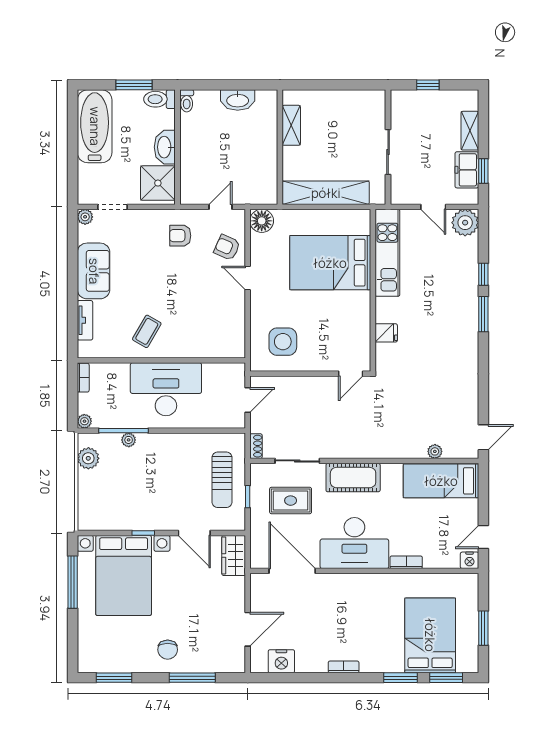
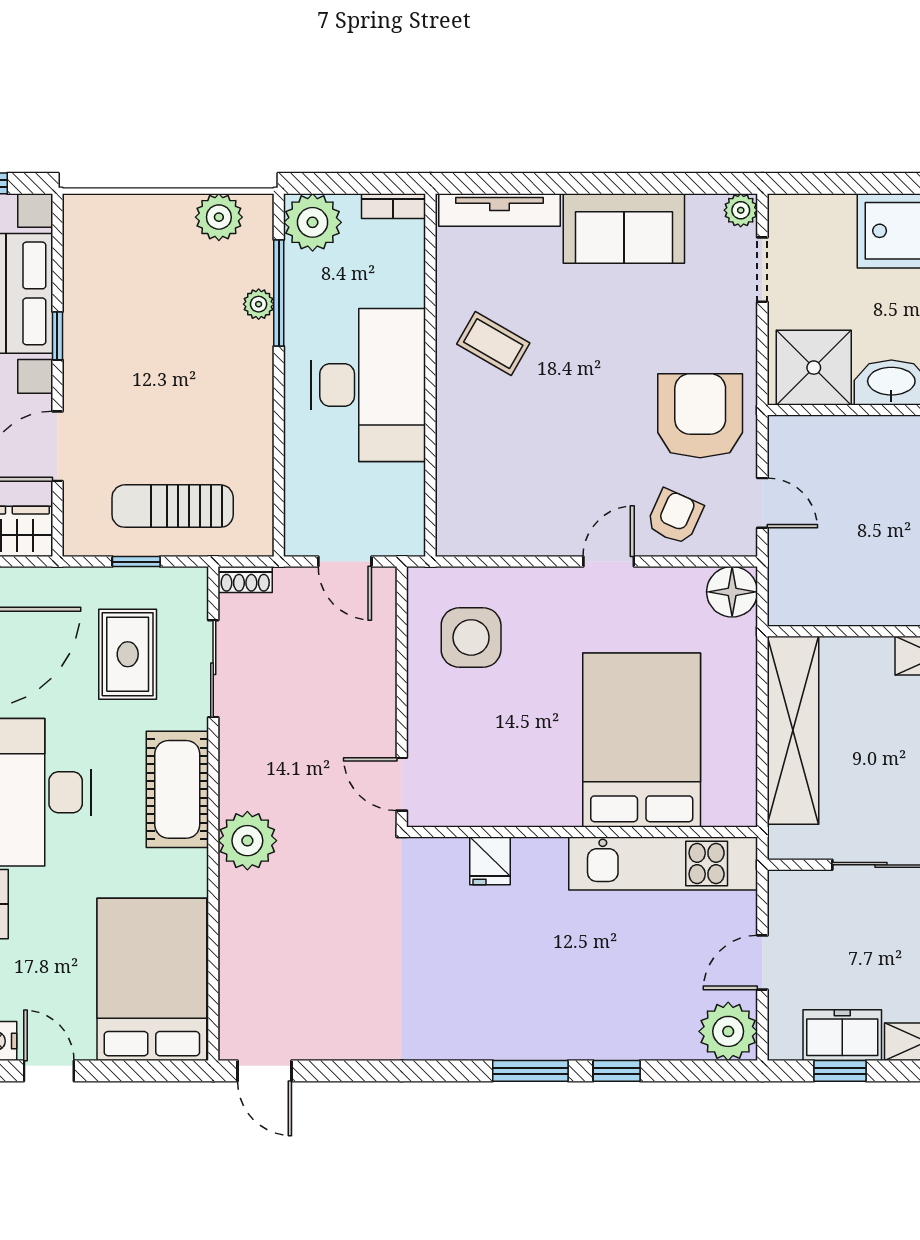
armchair: (180, 236) -> (700, 416), width x1.88, depth x1.88
tv unit: (85, 320) -> (500, 210), width x1.41
plant: (84, 421) -> (313, 222), width x1.87, depth x1.87
plant: (435, 451) -> (247, 841), moved, width x1.87, depth x1.87
bed: (441, 481) -> (152, 979), width x1.50

